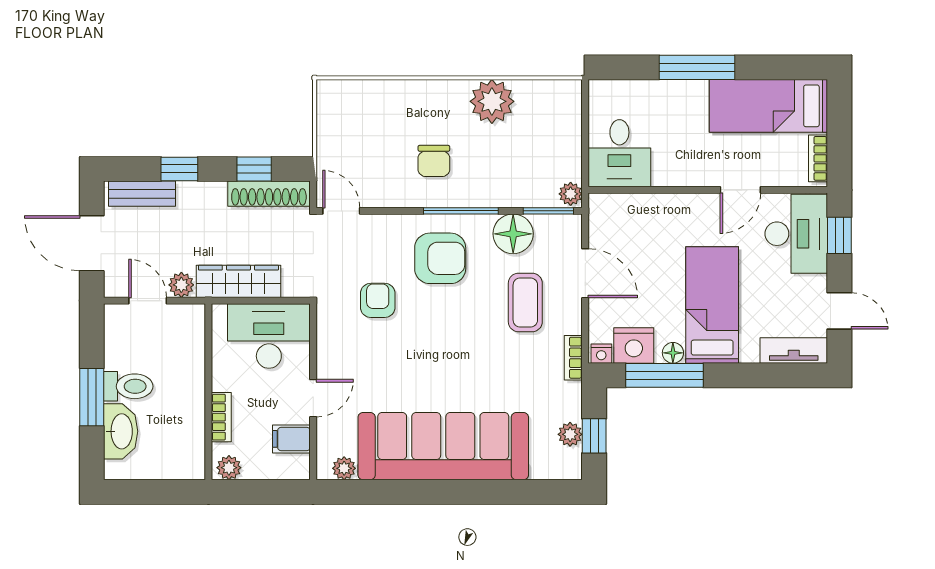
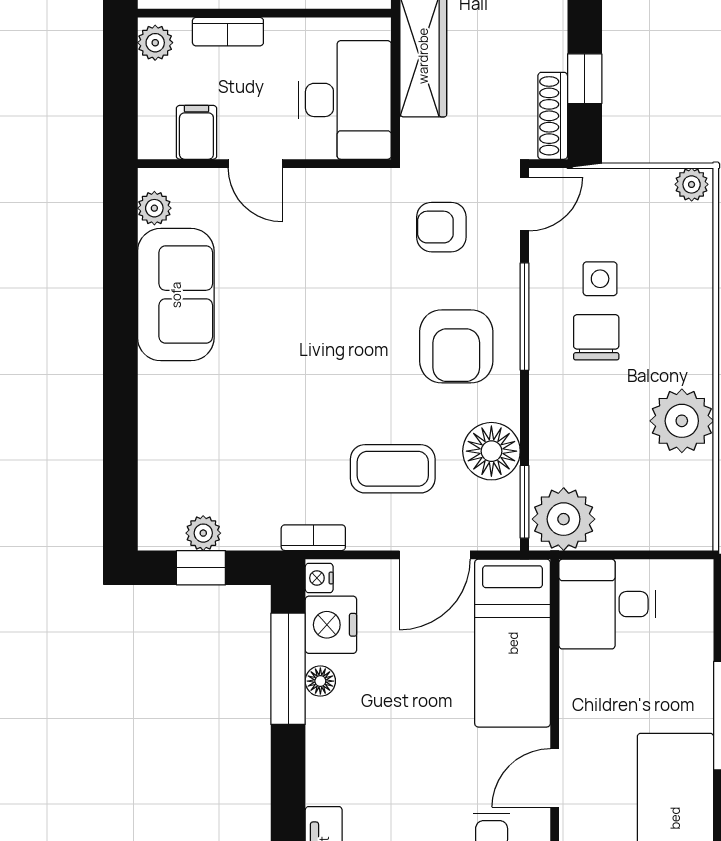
plant: (328, 95) -> (692, 184), added
side table: (393, 158) -> (600, 279), added
chair: (434, 161) -> (596, 337), turned 90
door: (740, 190) -> (555, 778), hinge flipped
shoe rack: (269, 194) -> (553, 116), width x0.74, depth x0.81
plant: (571, 194) -> (564, 519), width x1.87, depth x1.87
window: (461, 211) -> (525, 317), moved
armchair: (378, 300) -> (441, 227), moved, turned 180
bed: (712, 305) -> (513, 643), moved, turned 90
sofa: (443, 446) -> (176, 295), width x0.54, depth x0.79

